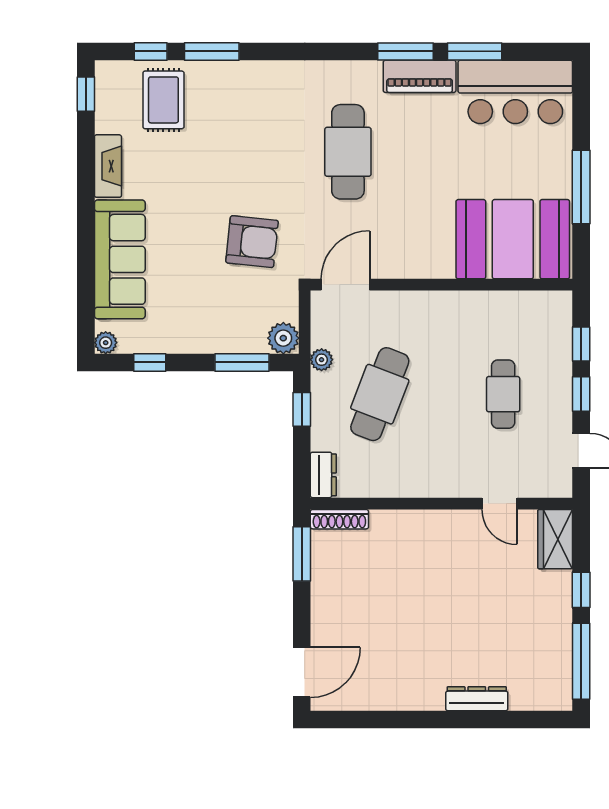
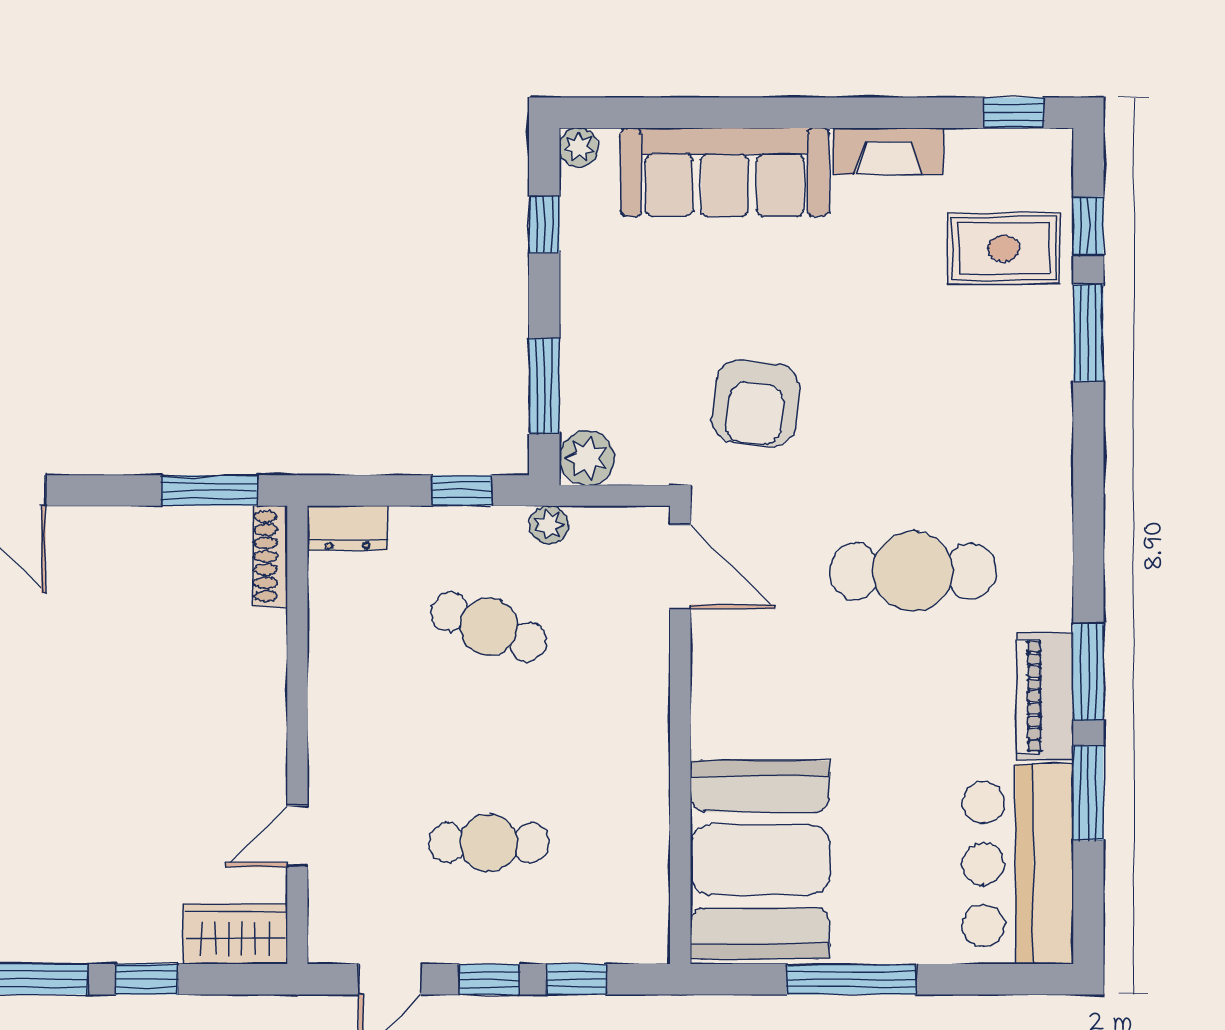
cafe table: (380, 394) -> (489, 627), width x0.73, depth x0.74

